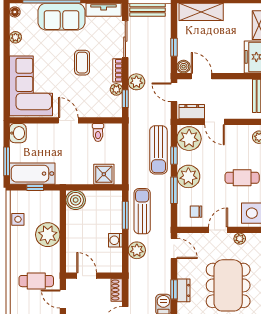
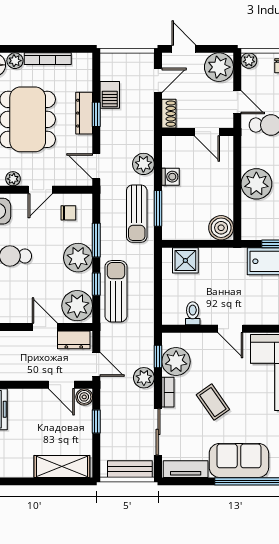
coffee table: (82, 63) -> (213, 402), turned -35
plant: (116, 89) -> (176, 362), width x1.88, depth x1.88
dresser: (184, 290) -> (84, 113), width x1.44

